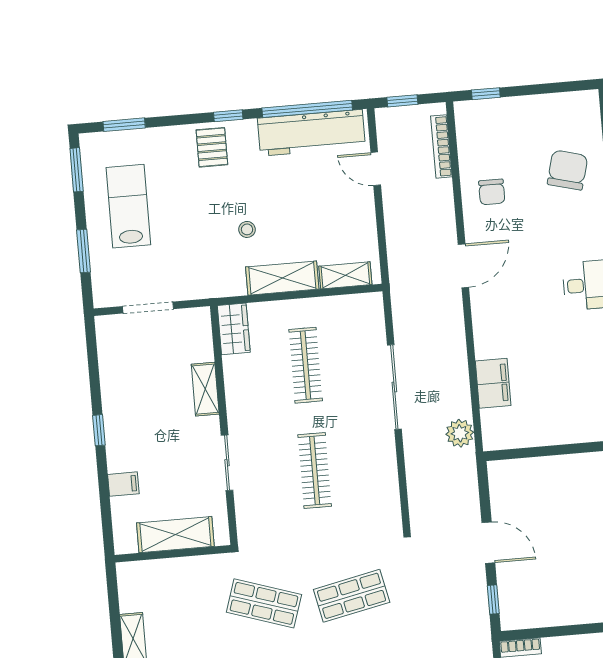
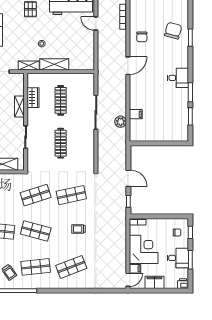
shelving: (345, 275) -> (29, 65), moved
wardrobe: (234, 329) -> (33, 98), moved
filing cabinet: (493, 383) -> (136, 114), width x0.50
plant: (460, 433) -> (121, 122), moved
shop shelf: (264, 603) -> (36, 195), turned -36

